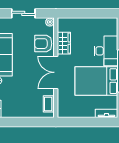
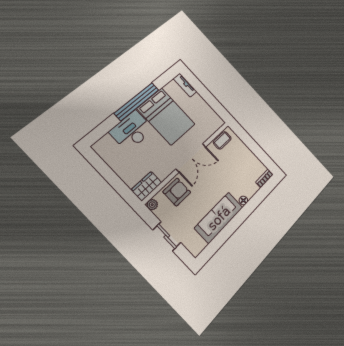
wardrobe: (64, 43) -> (146, 186), moved
armchair: (43, 44) -> (177, 192), turned -90

